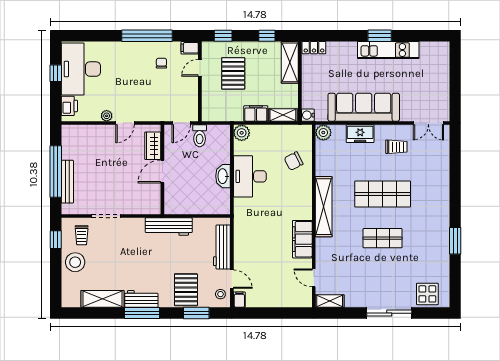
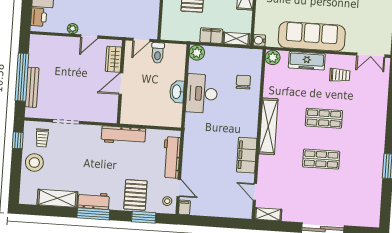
freezer: (360, 134) -> (307, 61), width x1.40
chair: (294, 161) -> (243, 82), turned 117
shop shelf: (383, 194) -> (324, 118), width x0.70, depth x0.74
display table: (427, 294) -> (359, 214), removed

